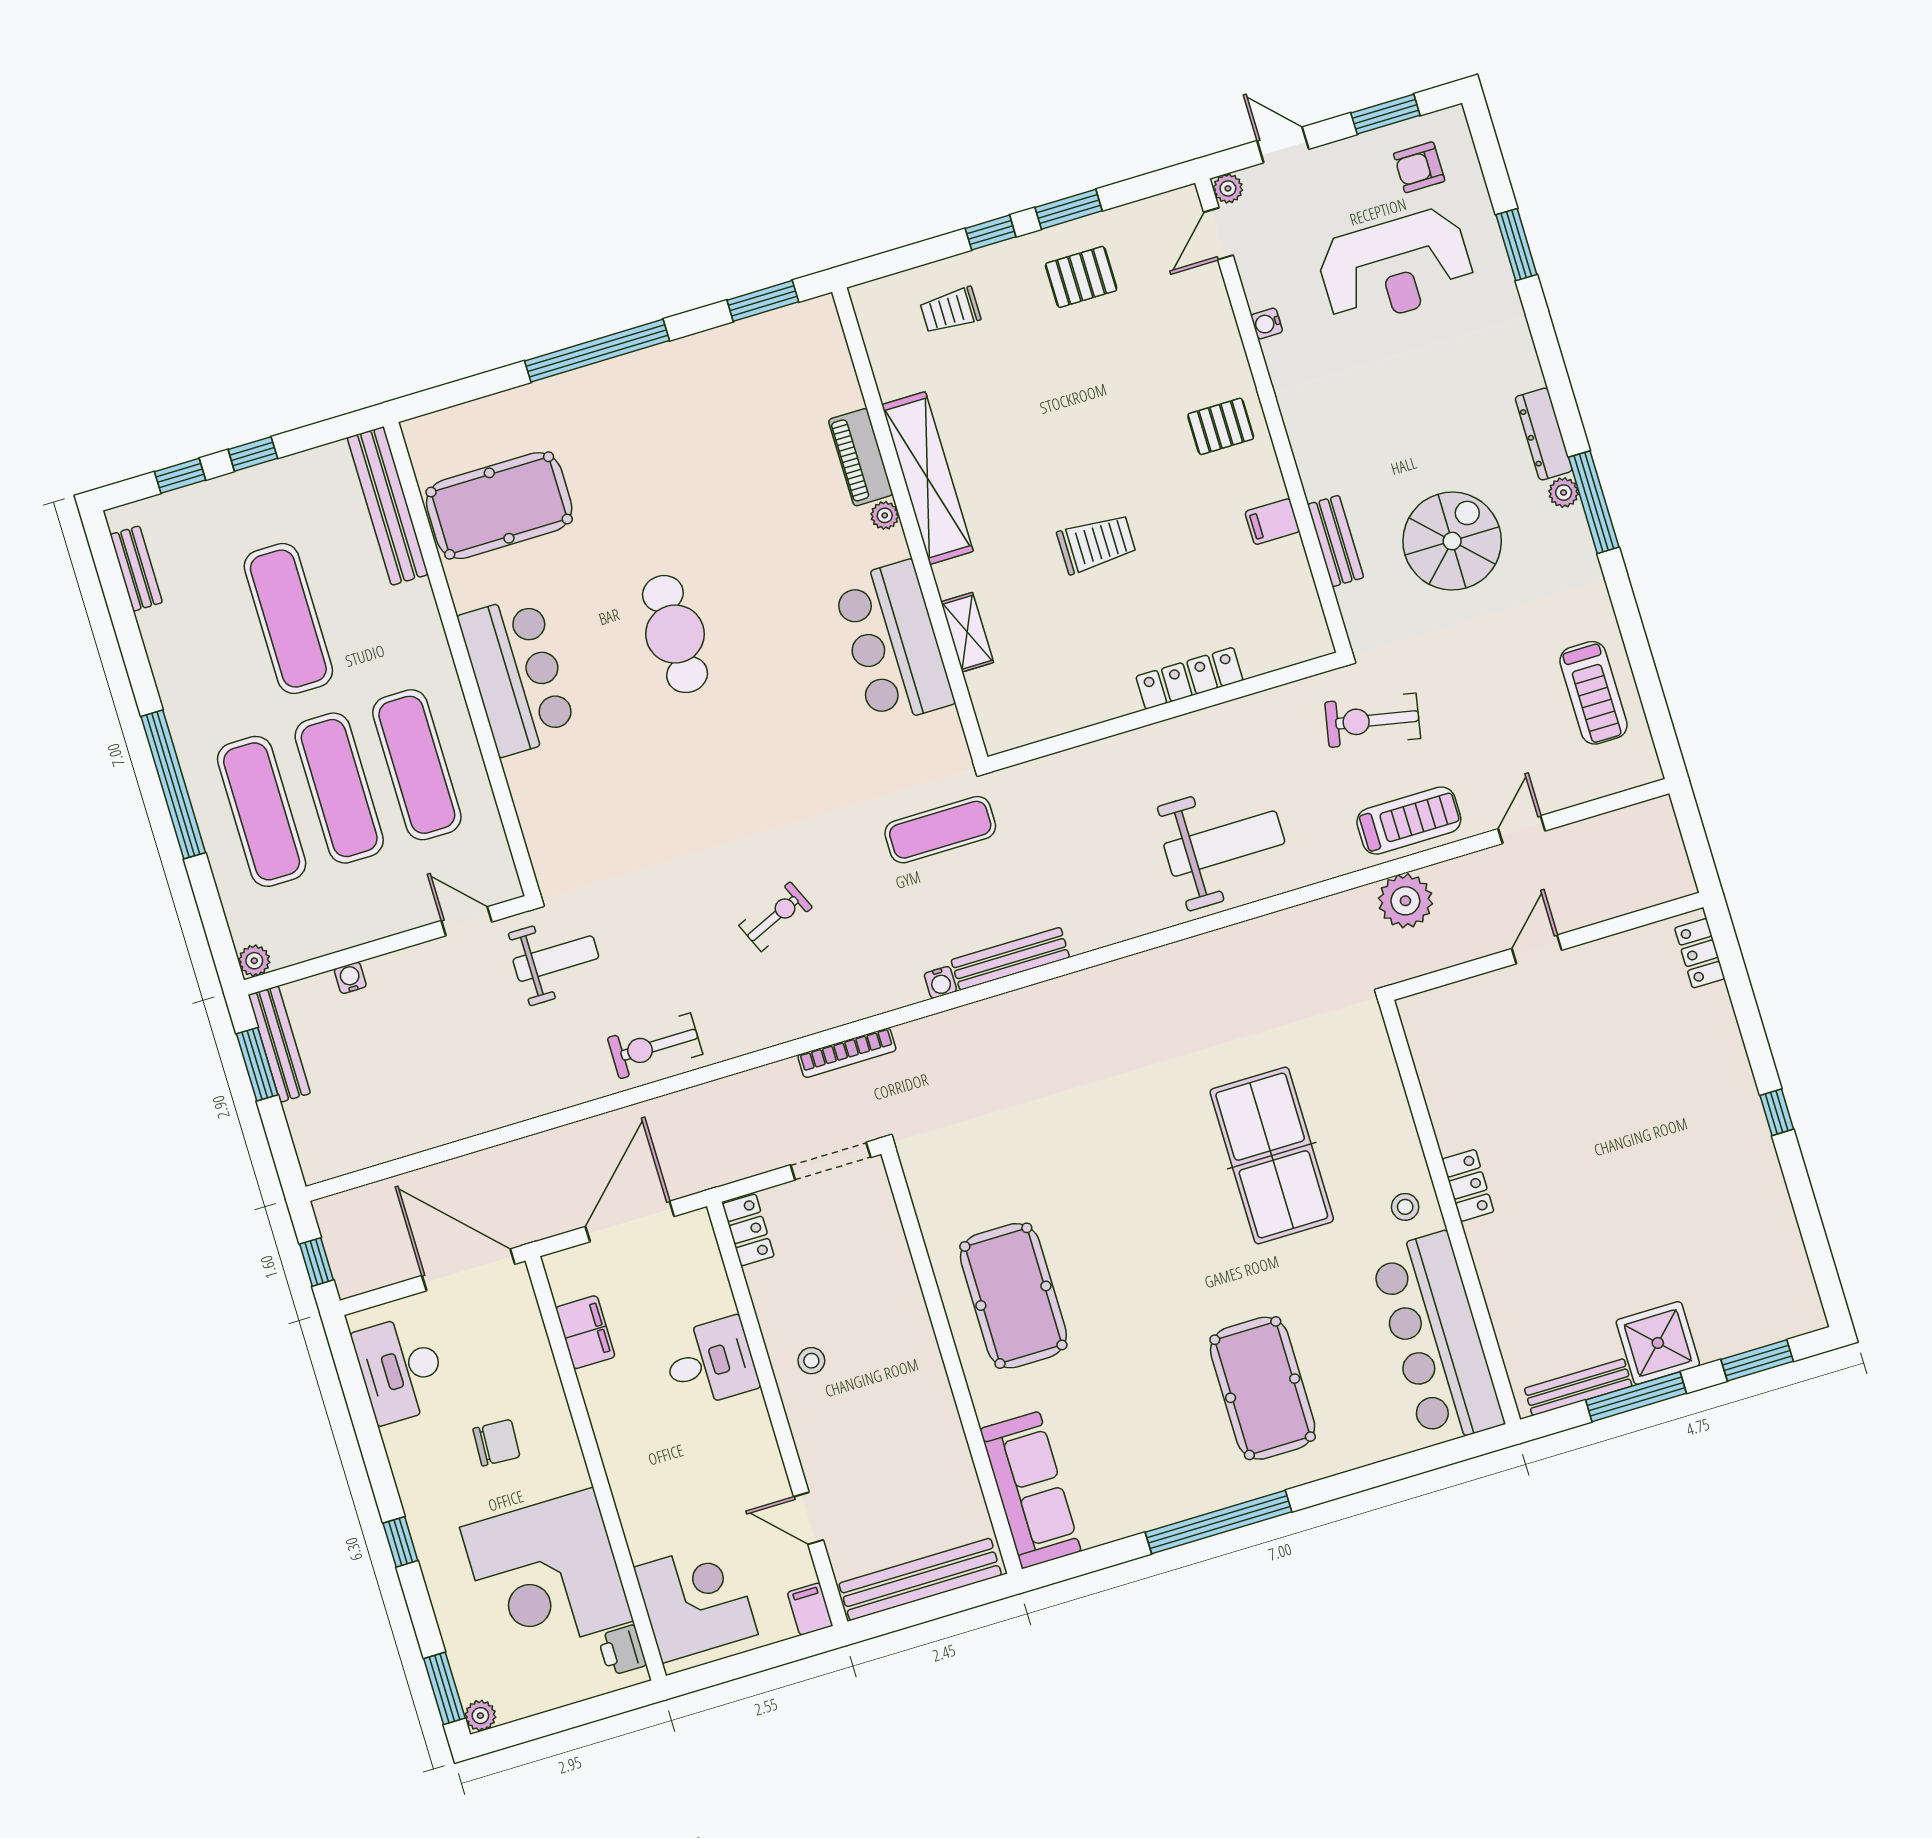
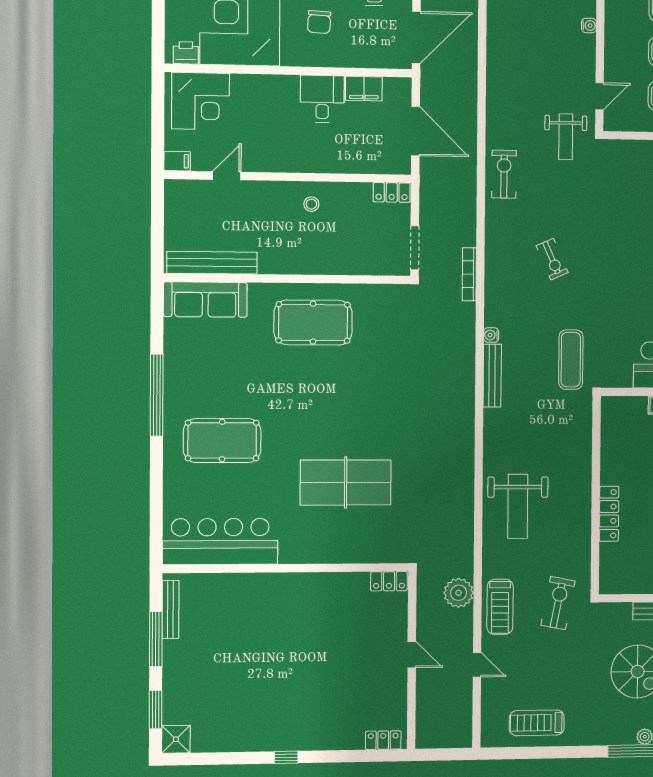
locker: (1468, 1185) -> (389, 581), moved
stool: (1405, 1207) -> (296, 545), removed
shower: (1658, 1343) -> (176, 739), moved, width x0.73, depth x0.73
desk: (710, 1362) -> (322, 99), moved, turned 180
bench: (920, 1579) -> (212, 263), moved, turned 90

